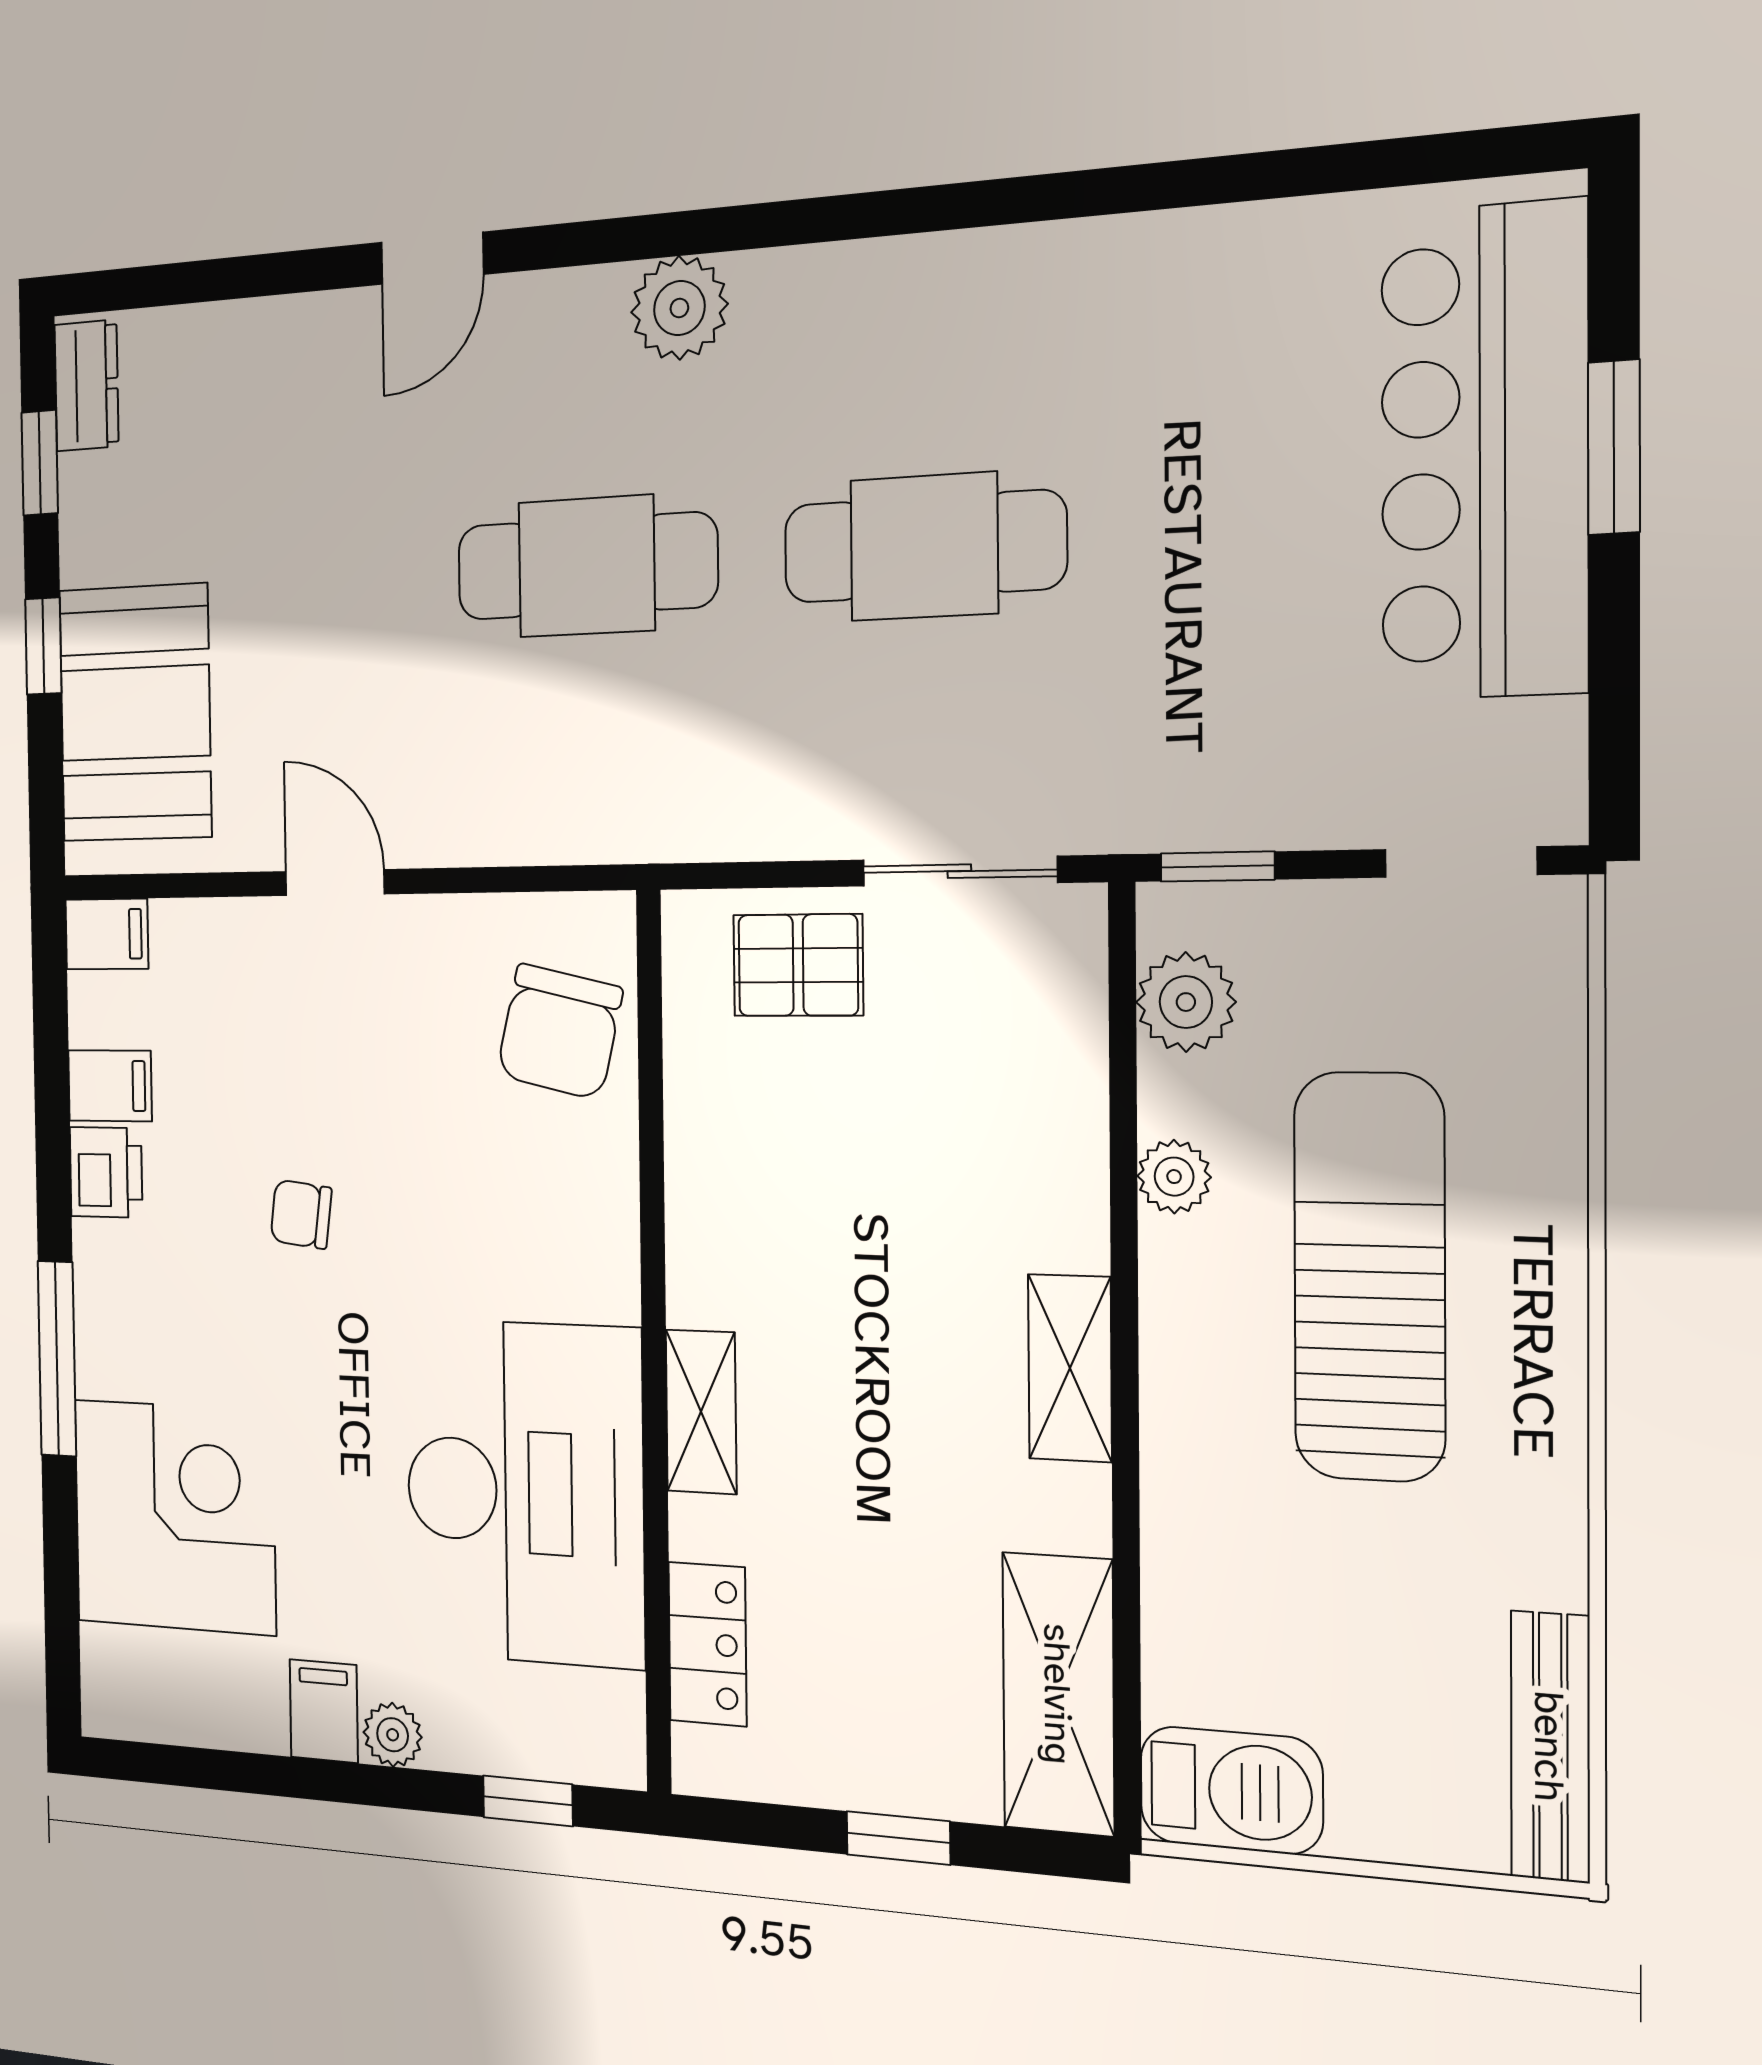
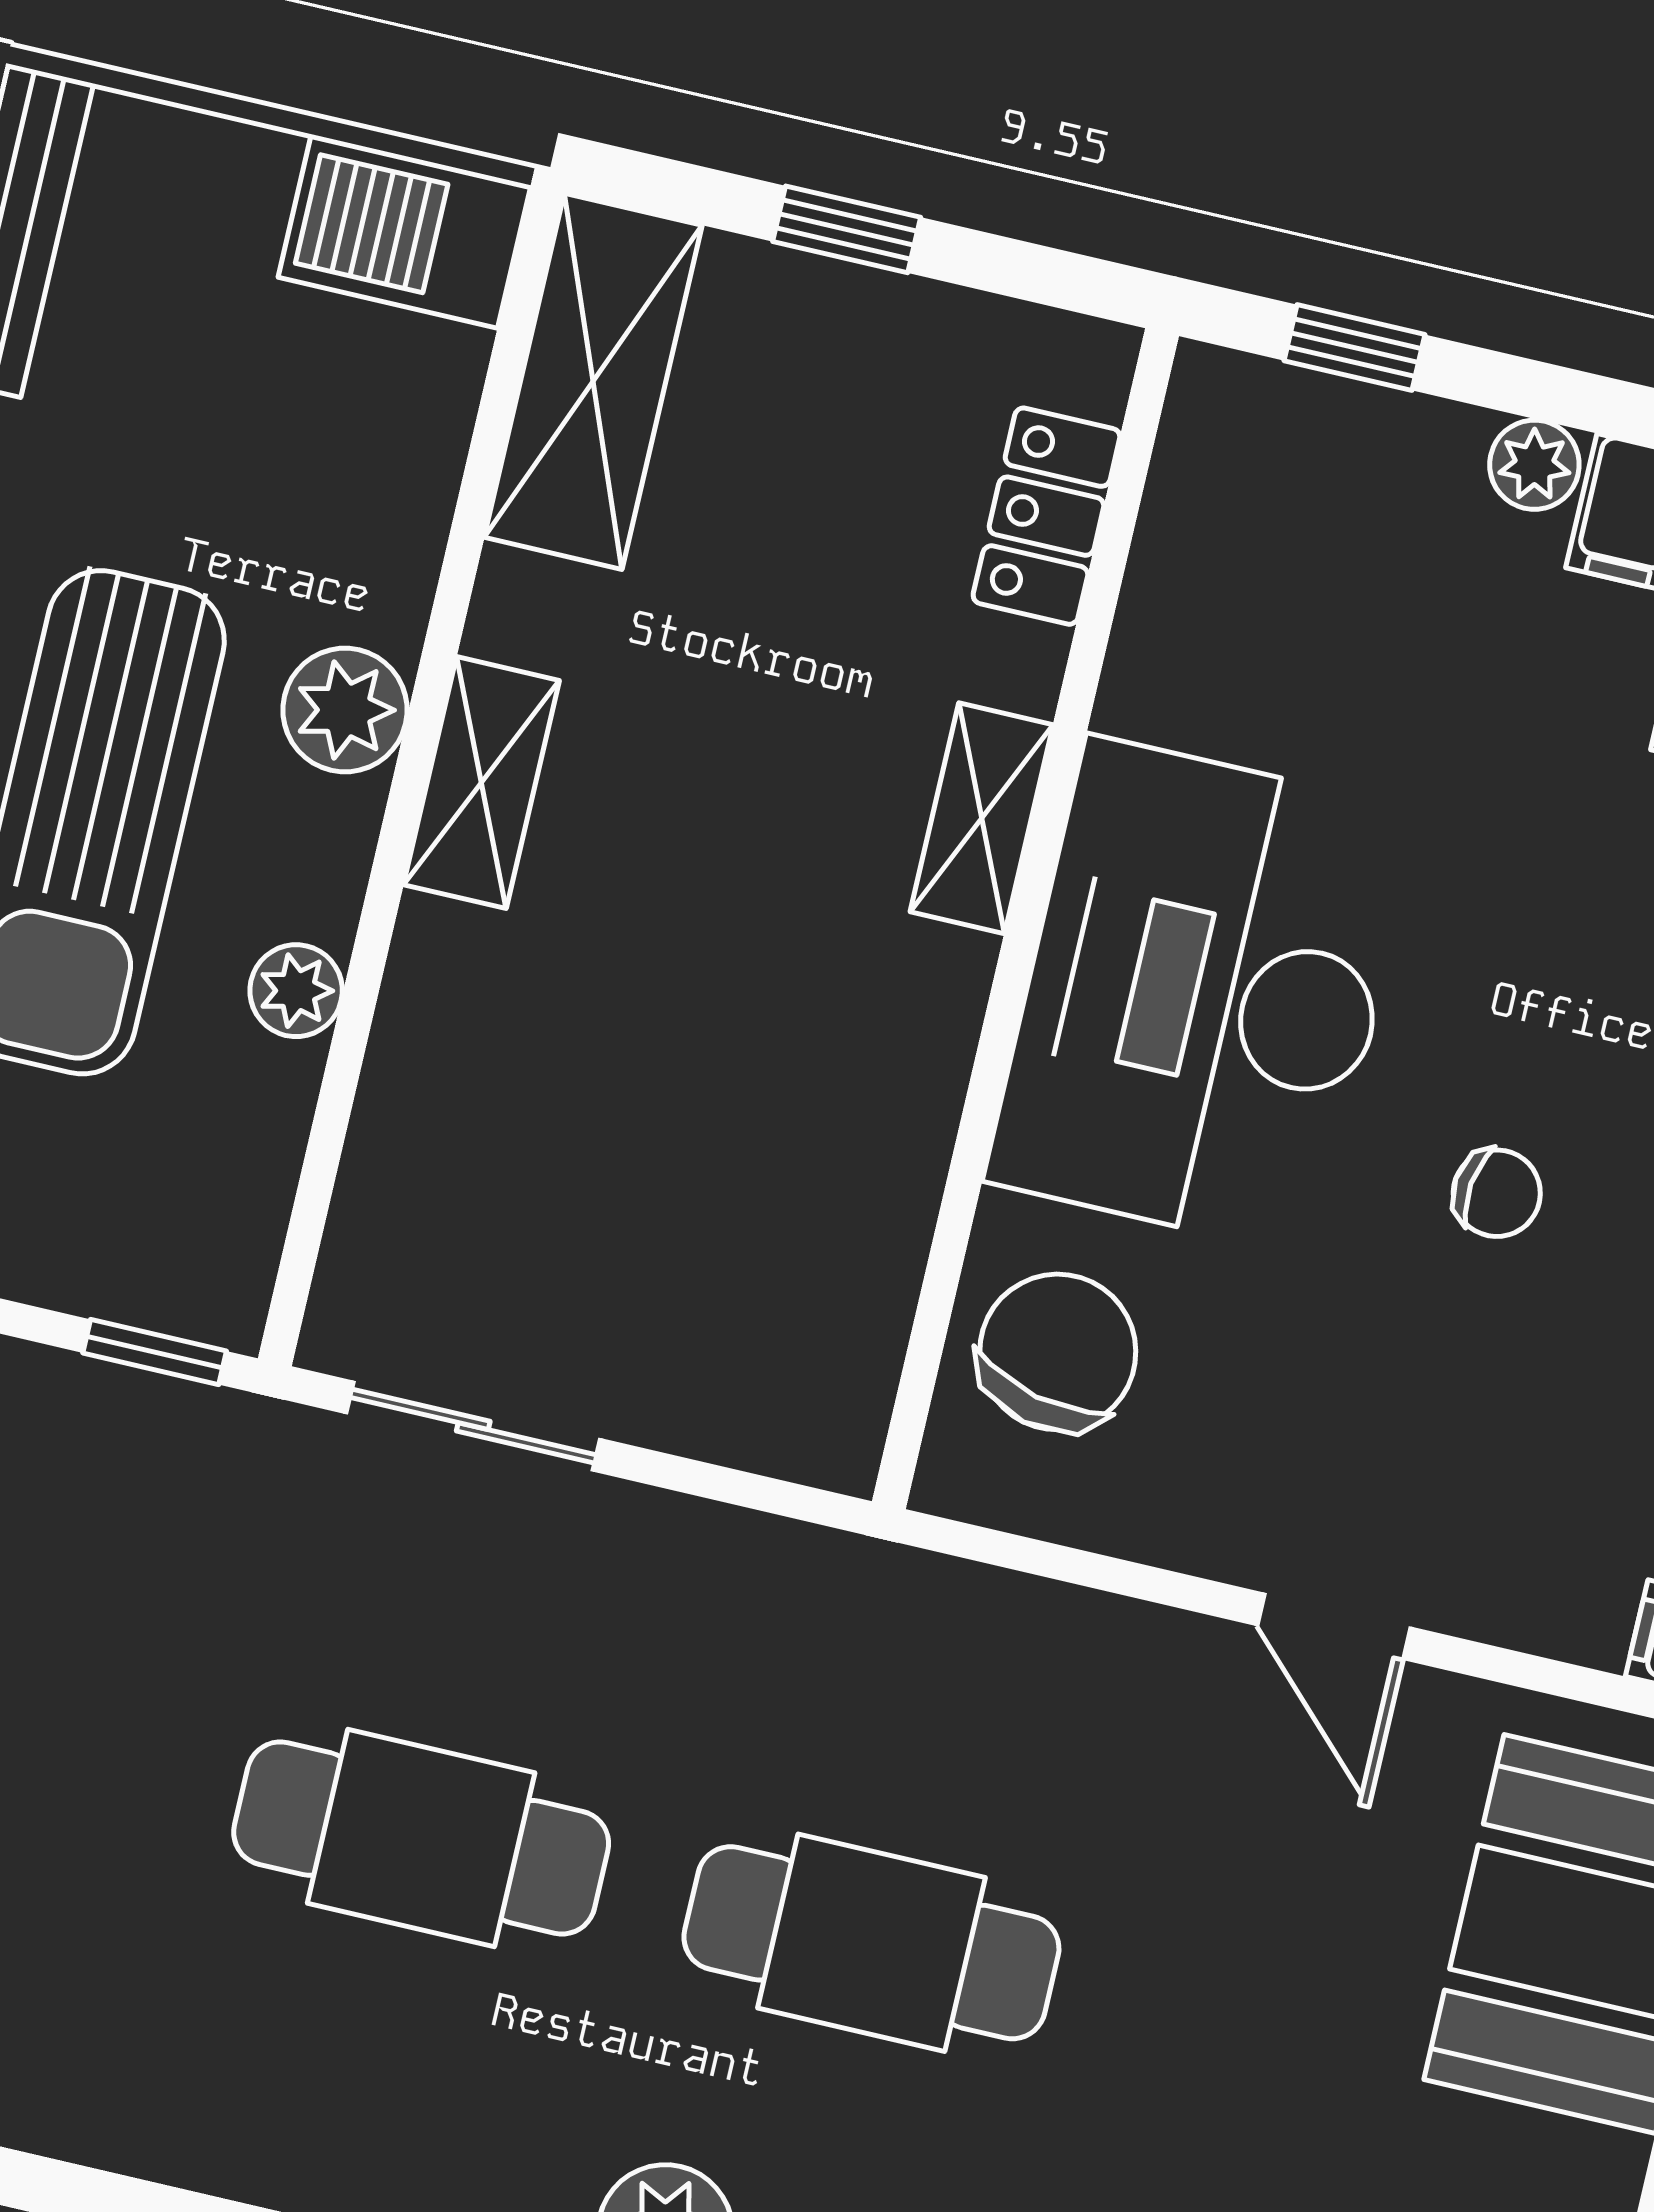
pallet: (798, 965) -> (711, 1360), removed
plant: (1186, 1002) -> (345, 710), moved
desk: (524, 1492) -> (1202, 996), moved

